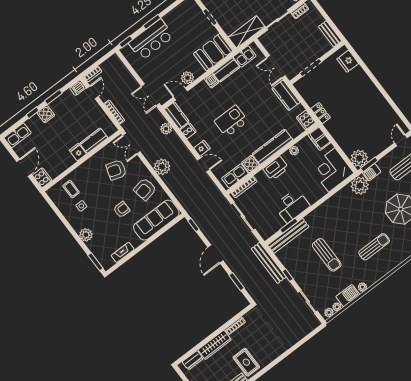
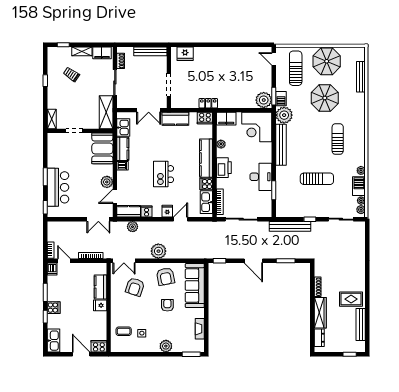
bench: (330, 34) -> (150, 51), width x1.36
bench: (288, 236) -> (281, 145), moved

